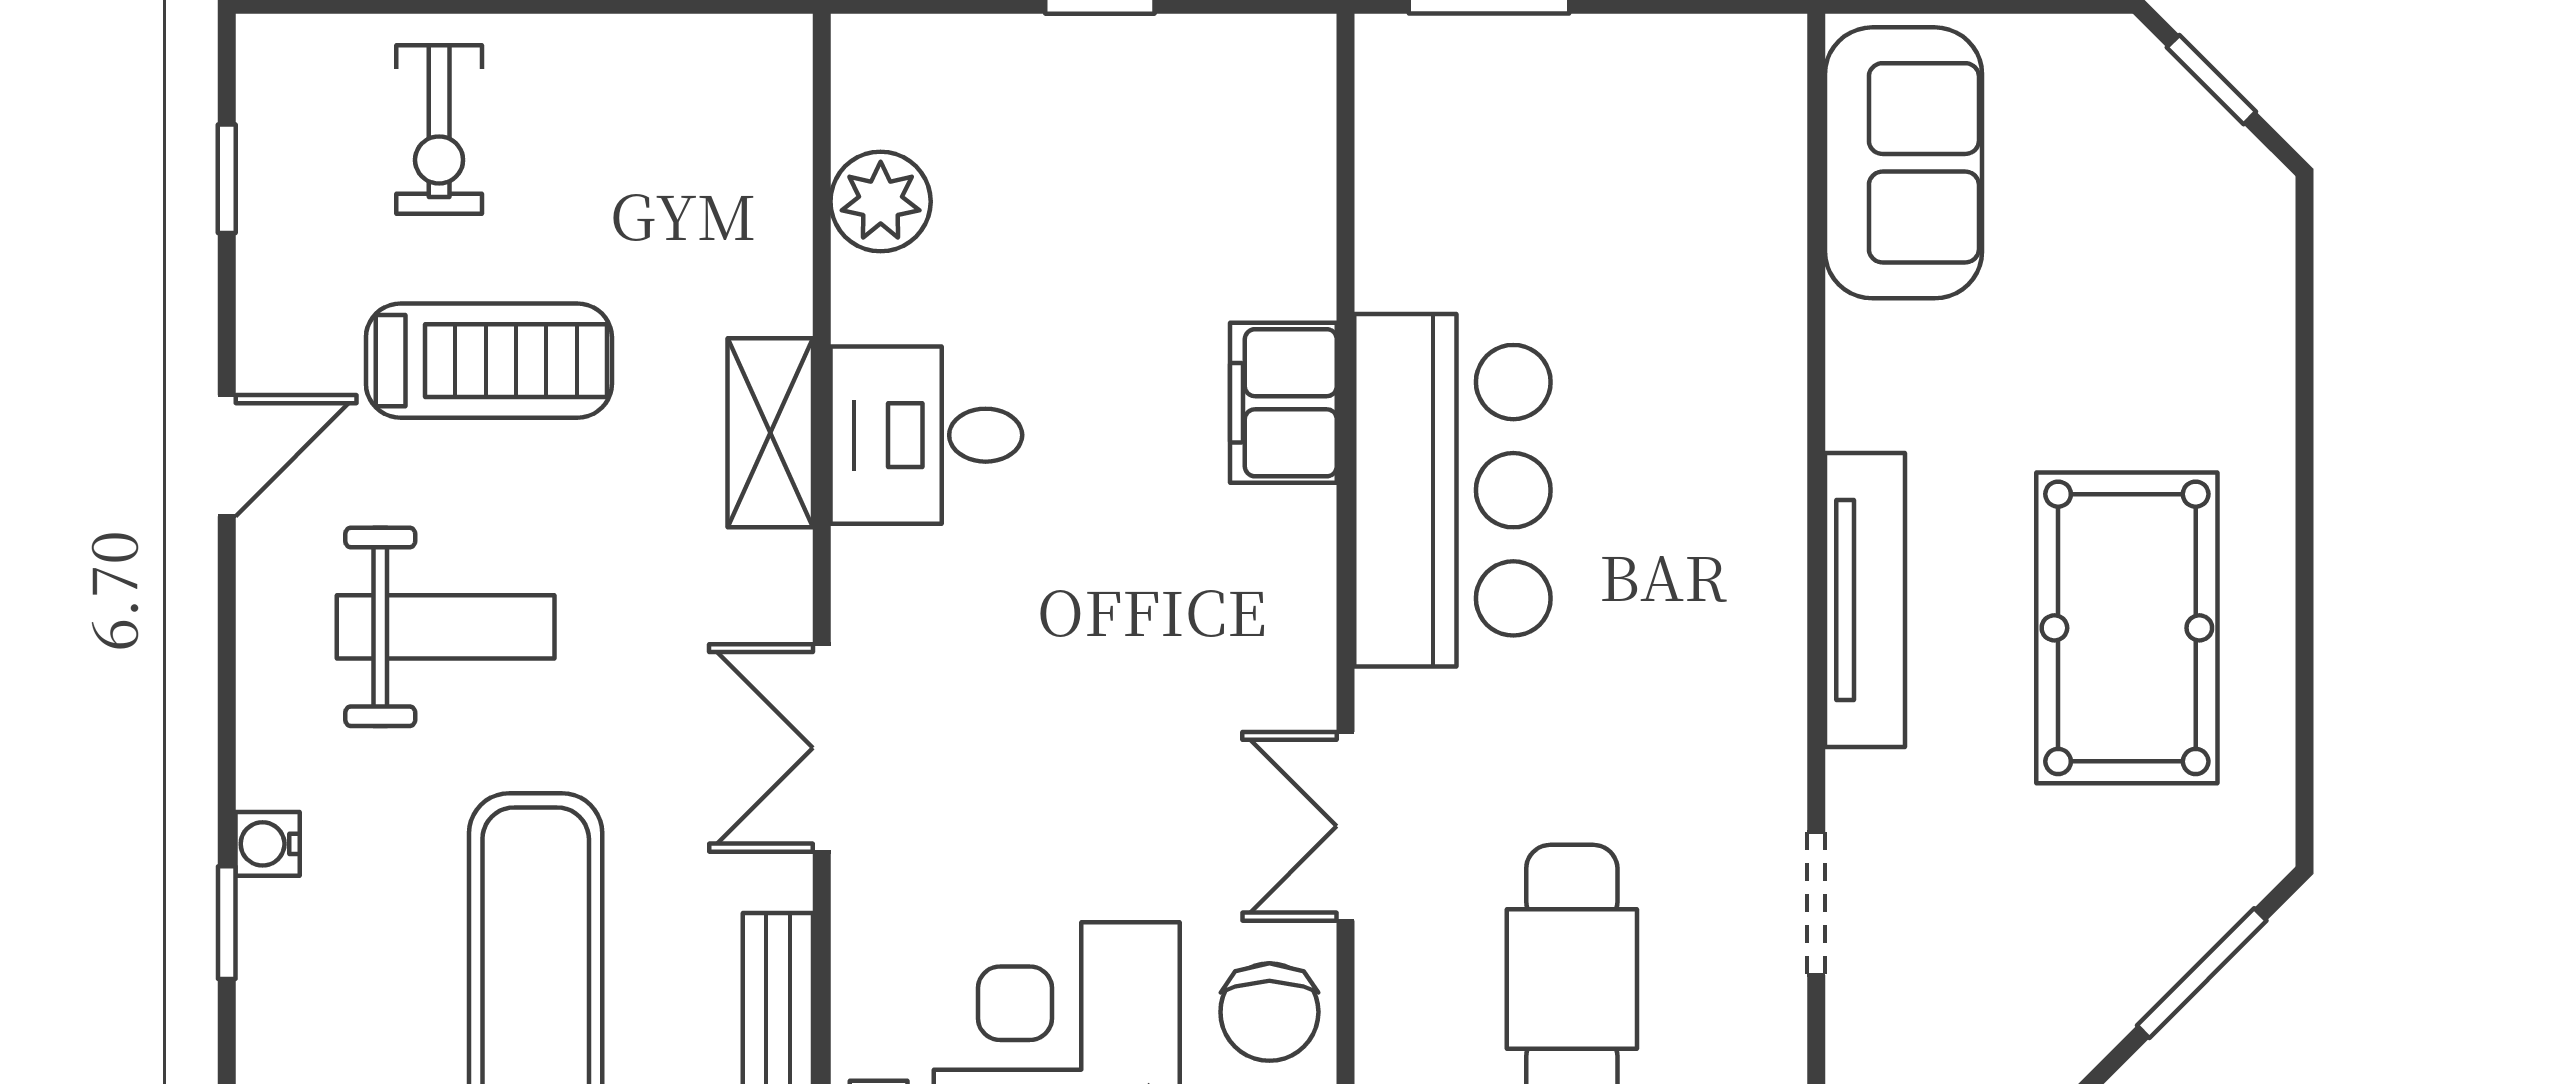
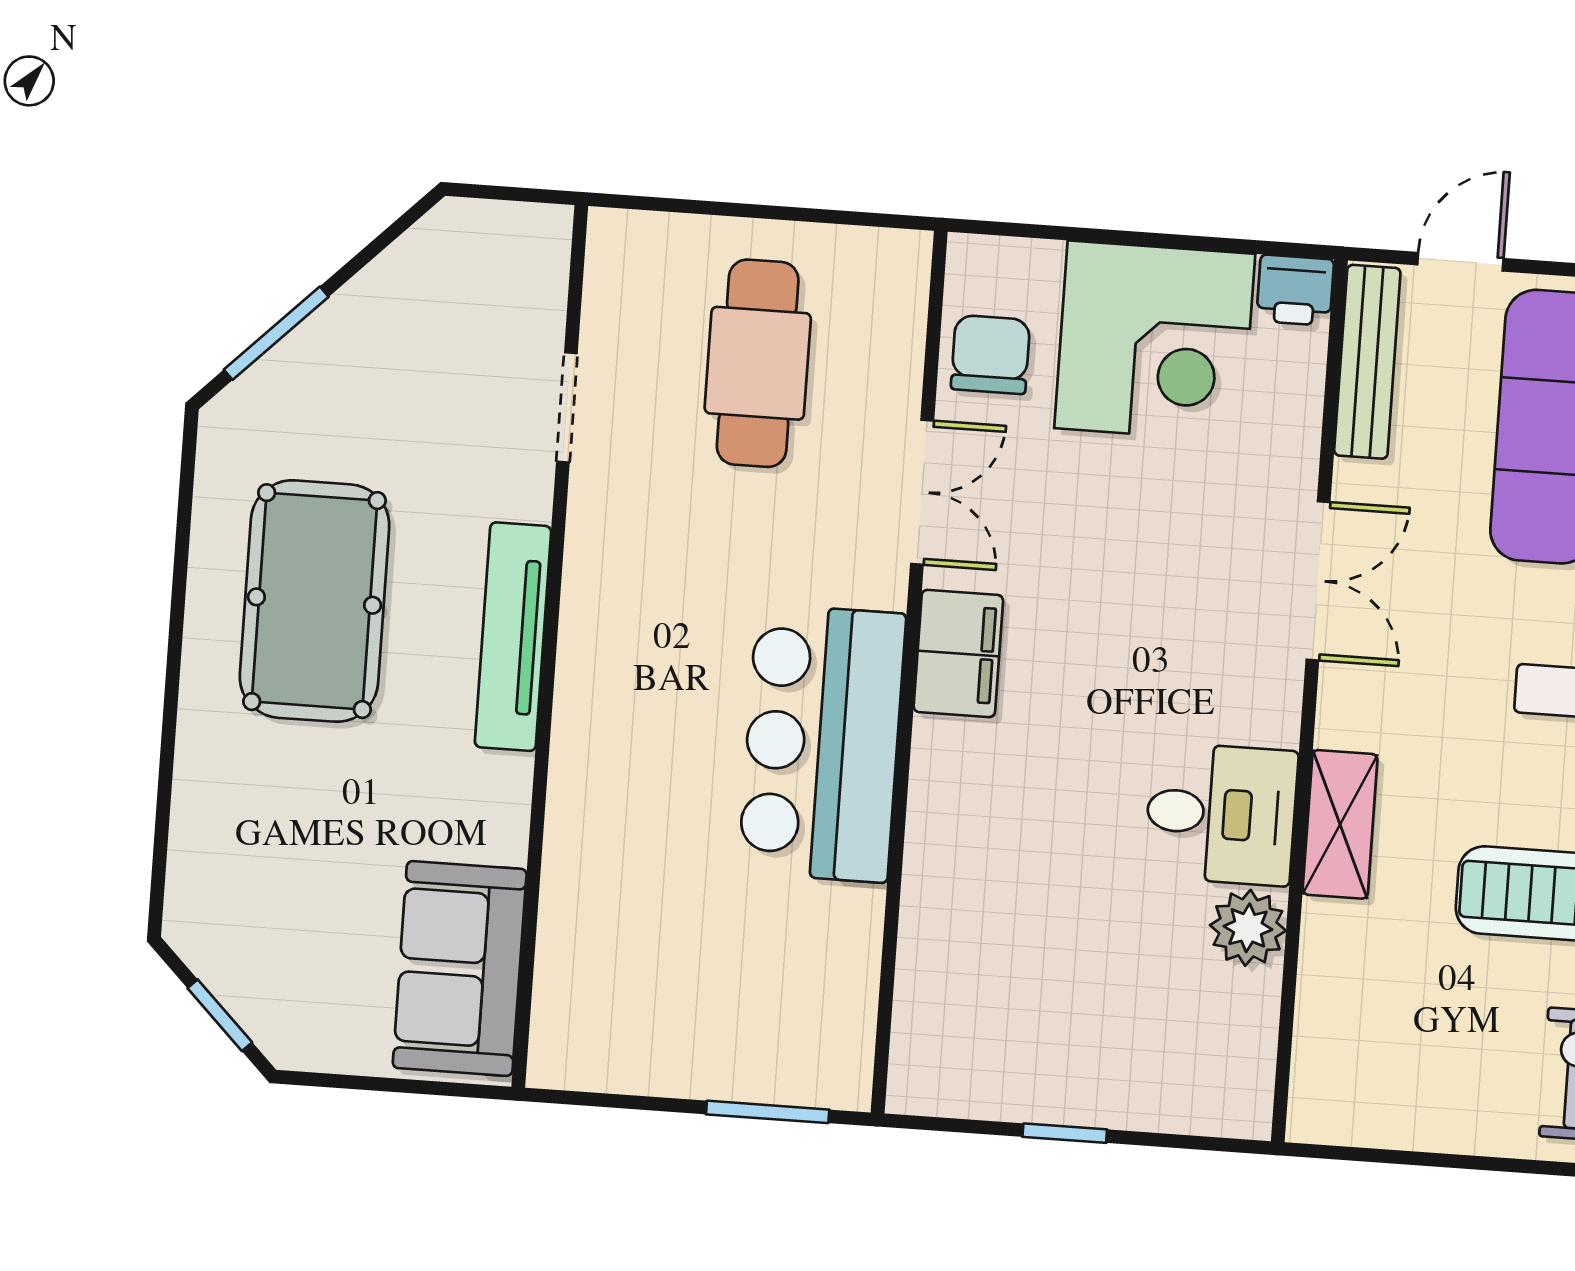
plant: (881, 202) -> (1248, 928), moved
filing cabinet: (1283, 403) -> (958, 654), moved

